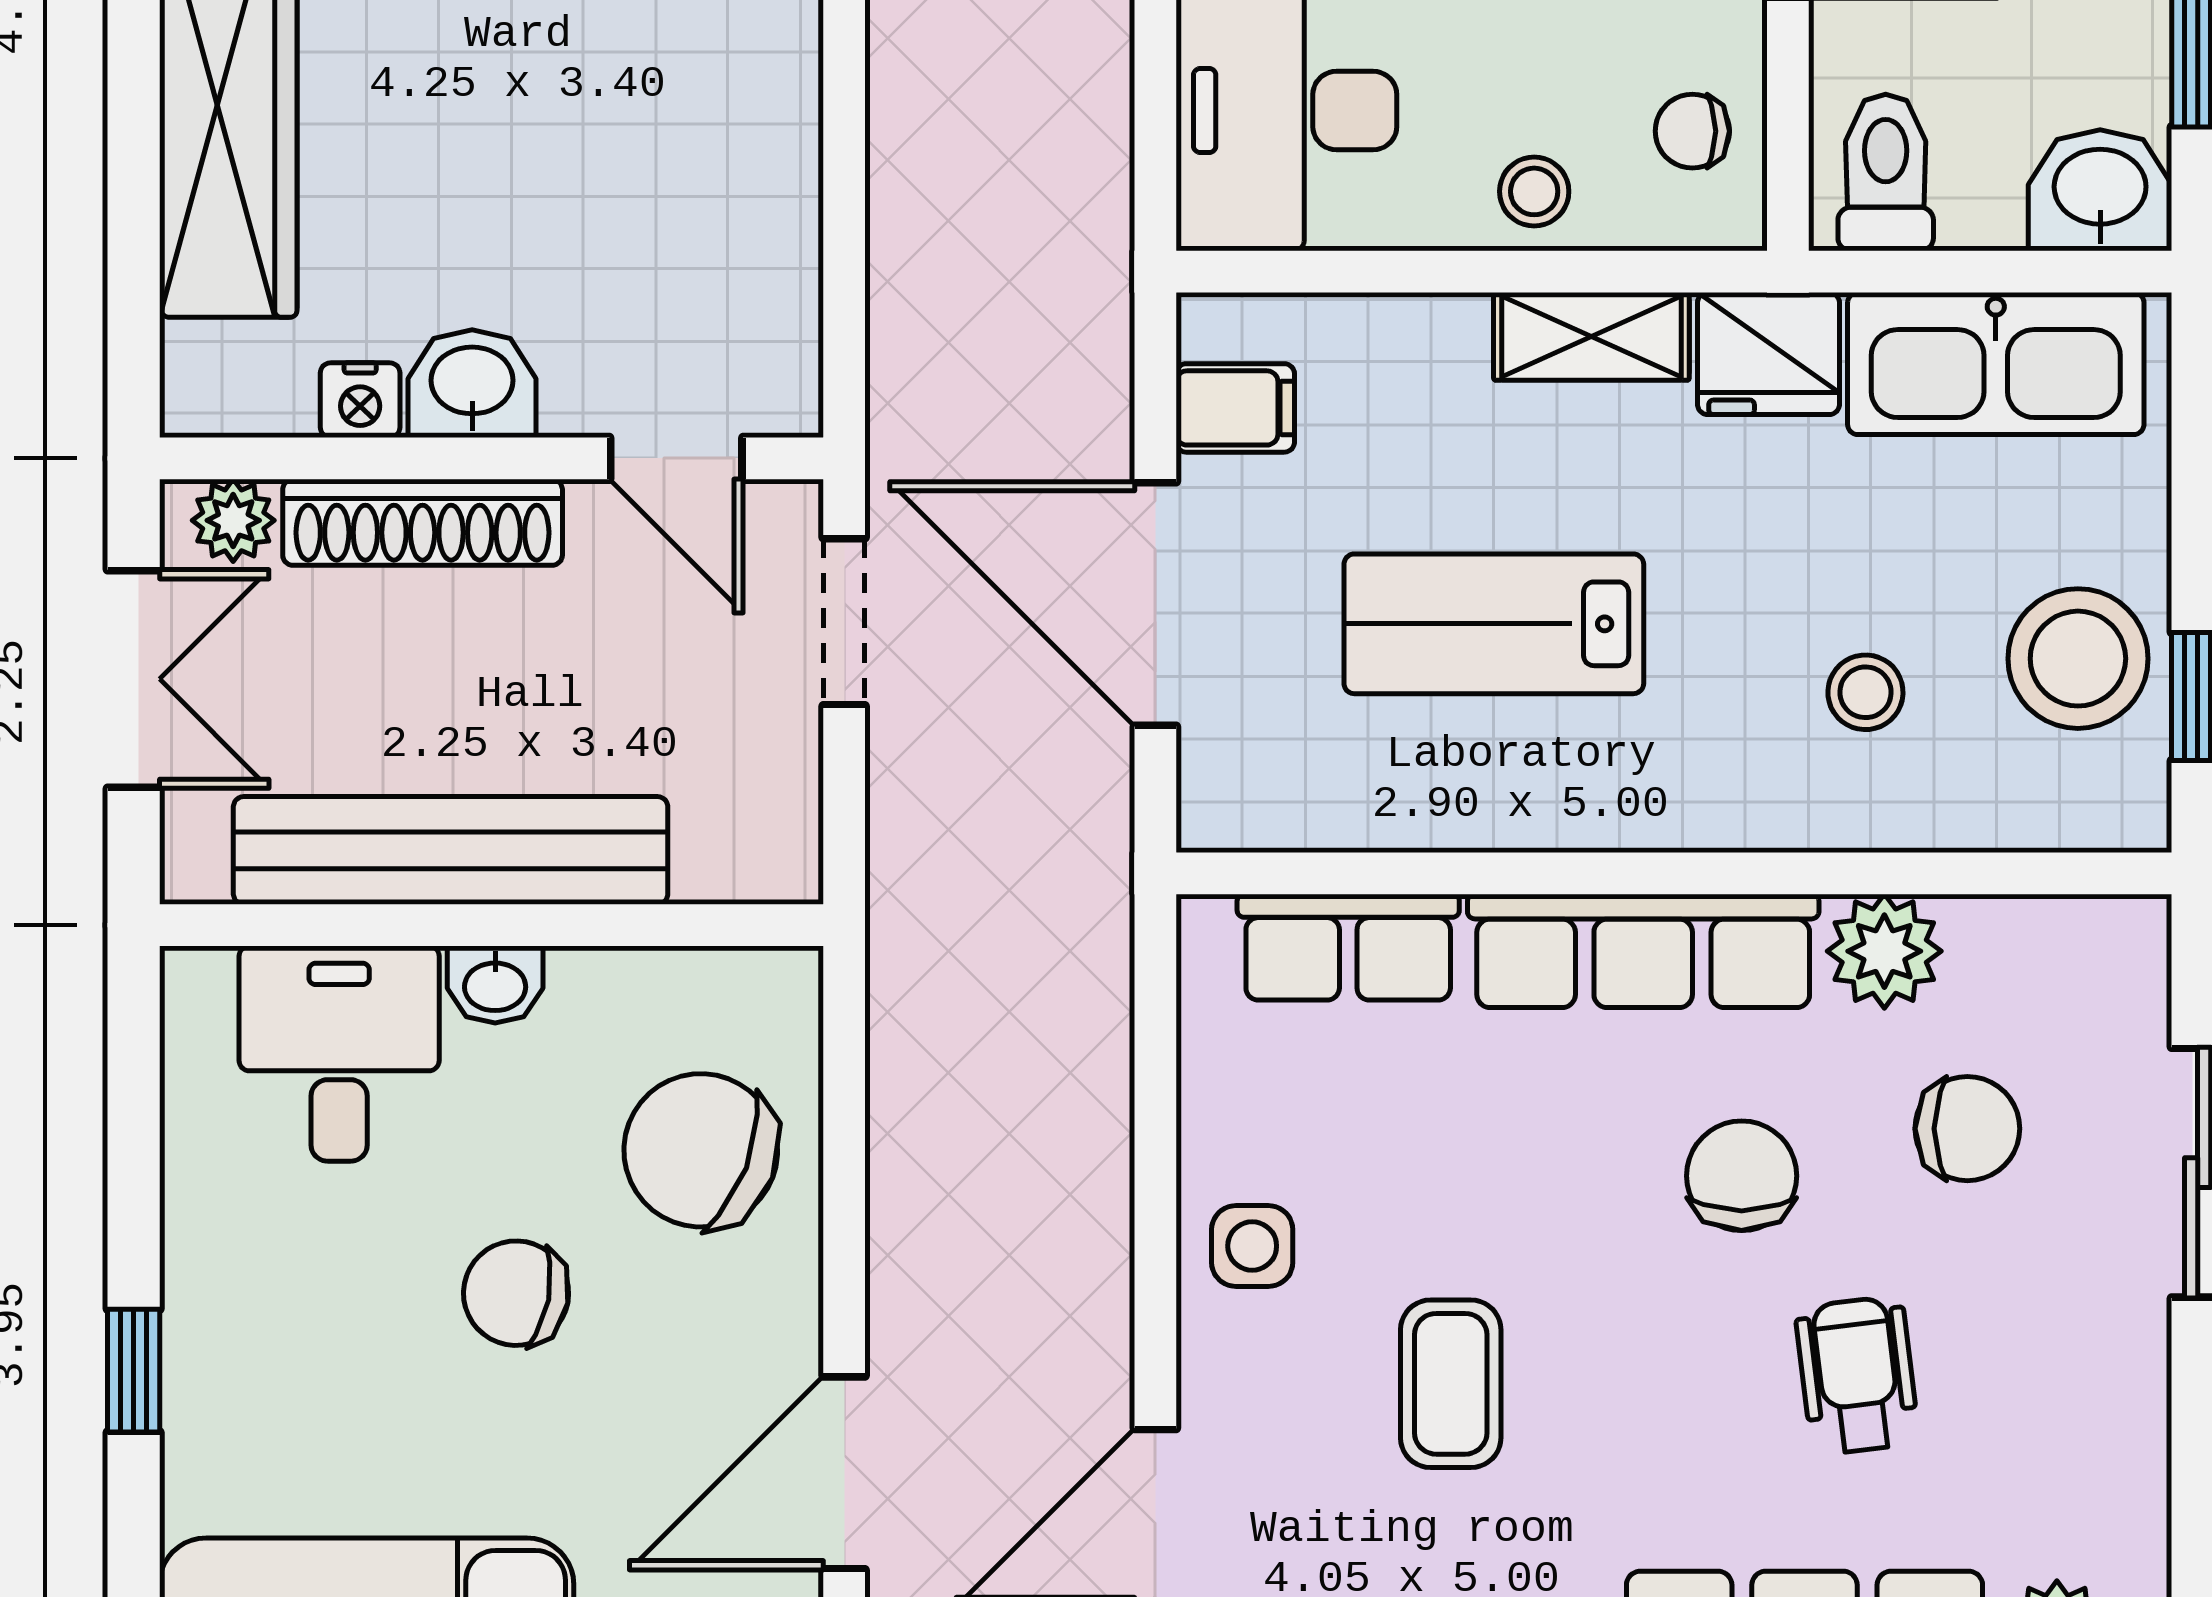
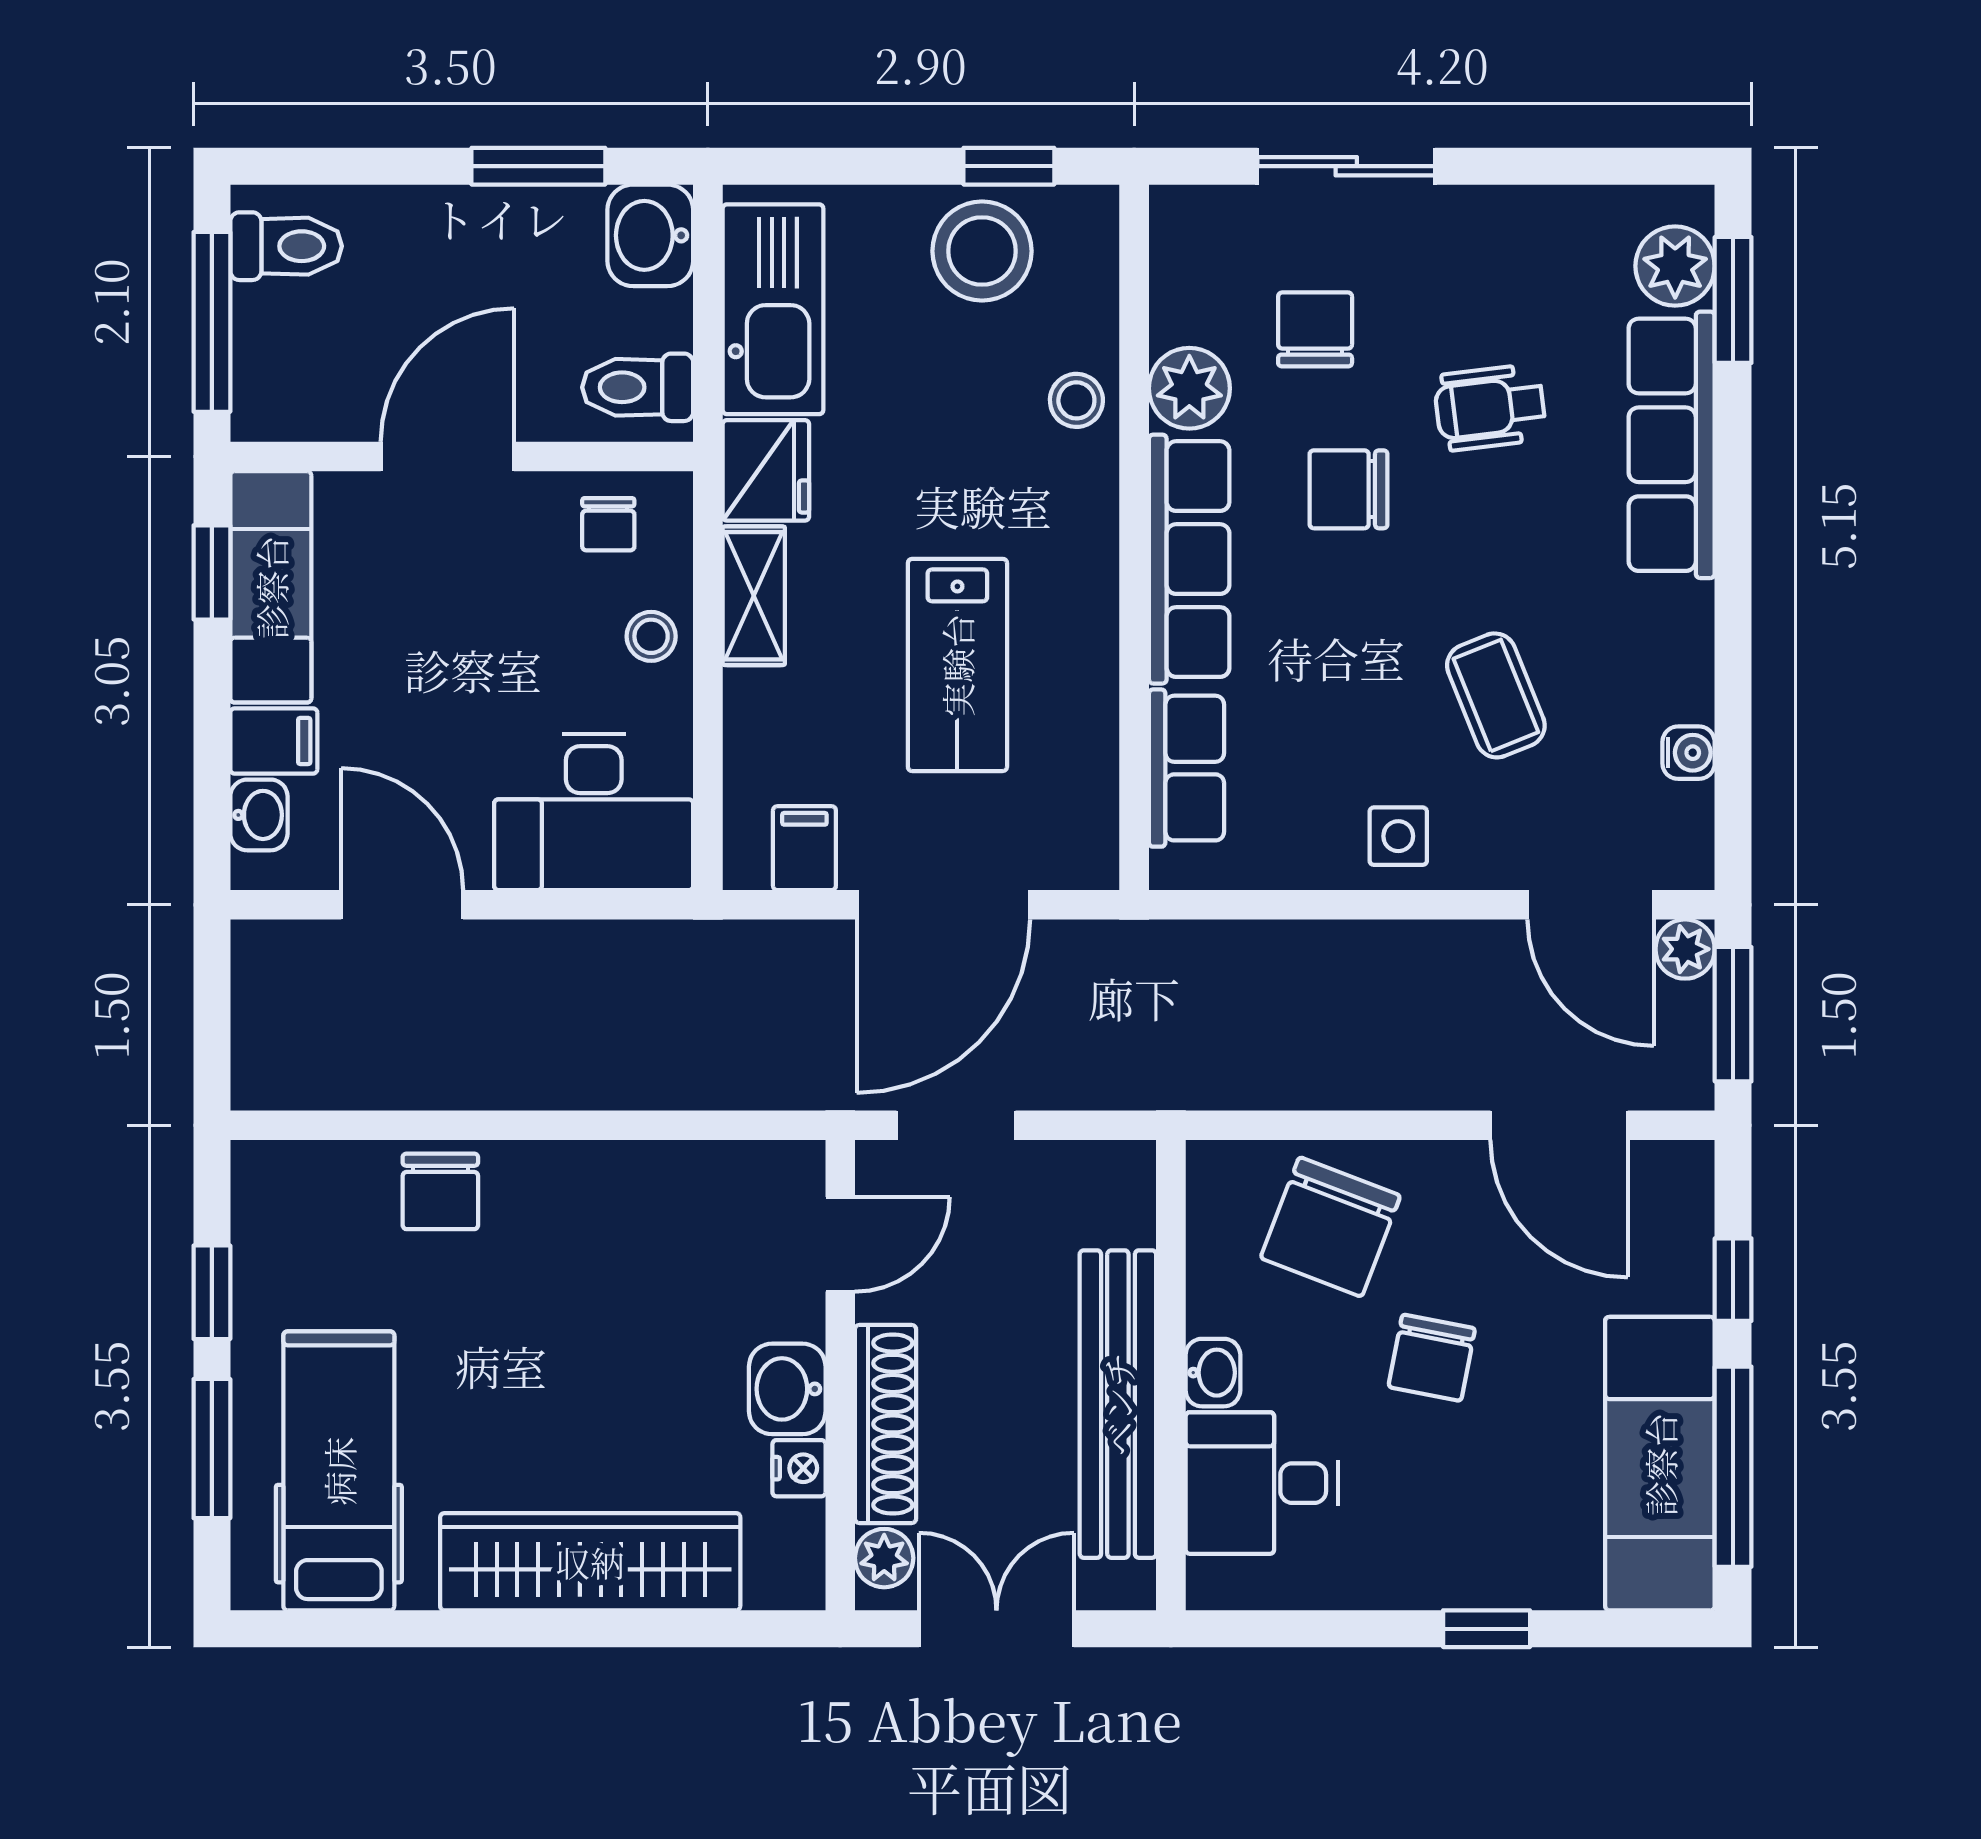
stool: (1865, 692) -> (1076, 400), moved
coffee table: (1451, 1384) -> (1496, 695), turned 68

